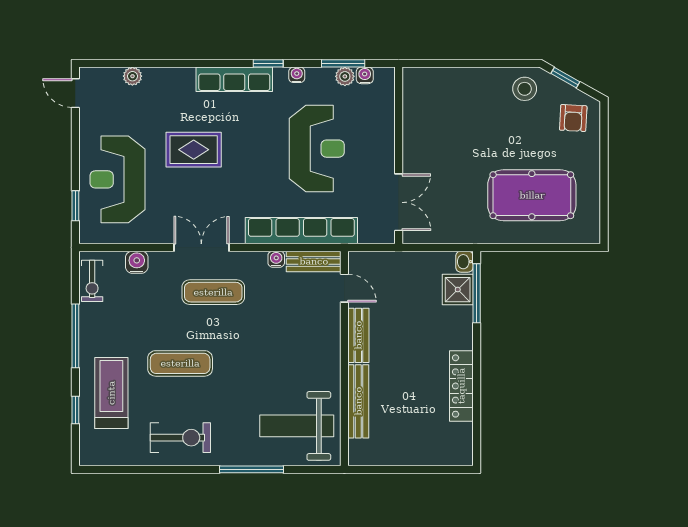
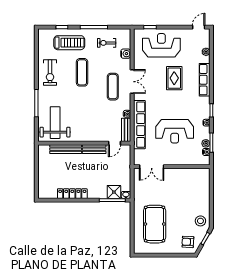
row of seats: (234, 79) -> (205, 80), moved
exercise bike: (92, 281) -> (107, 43), moved

